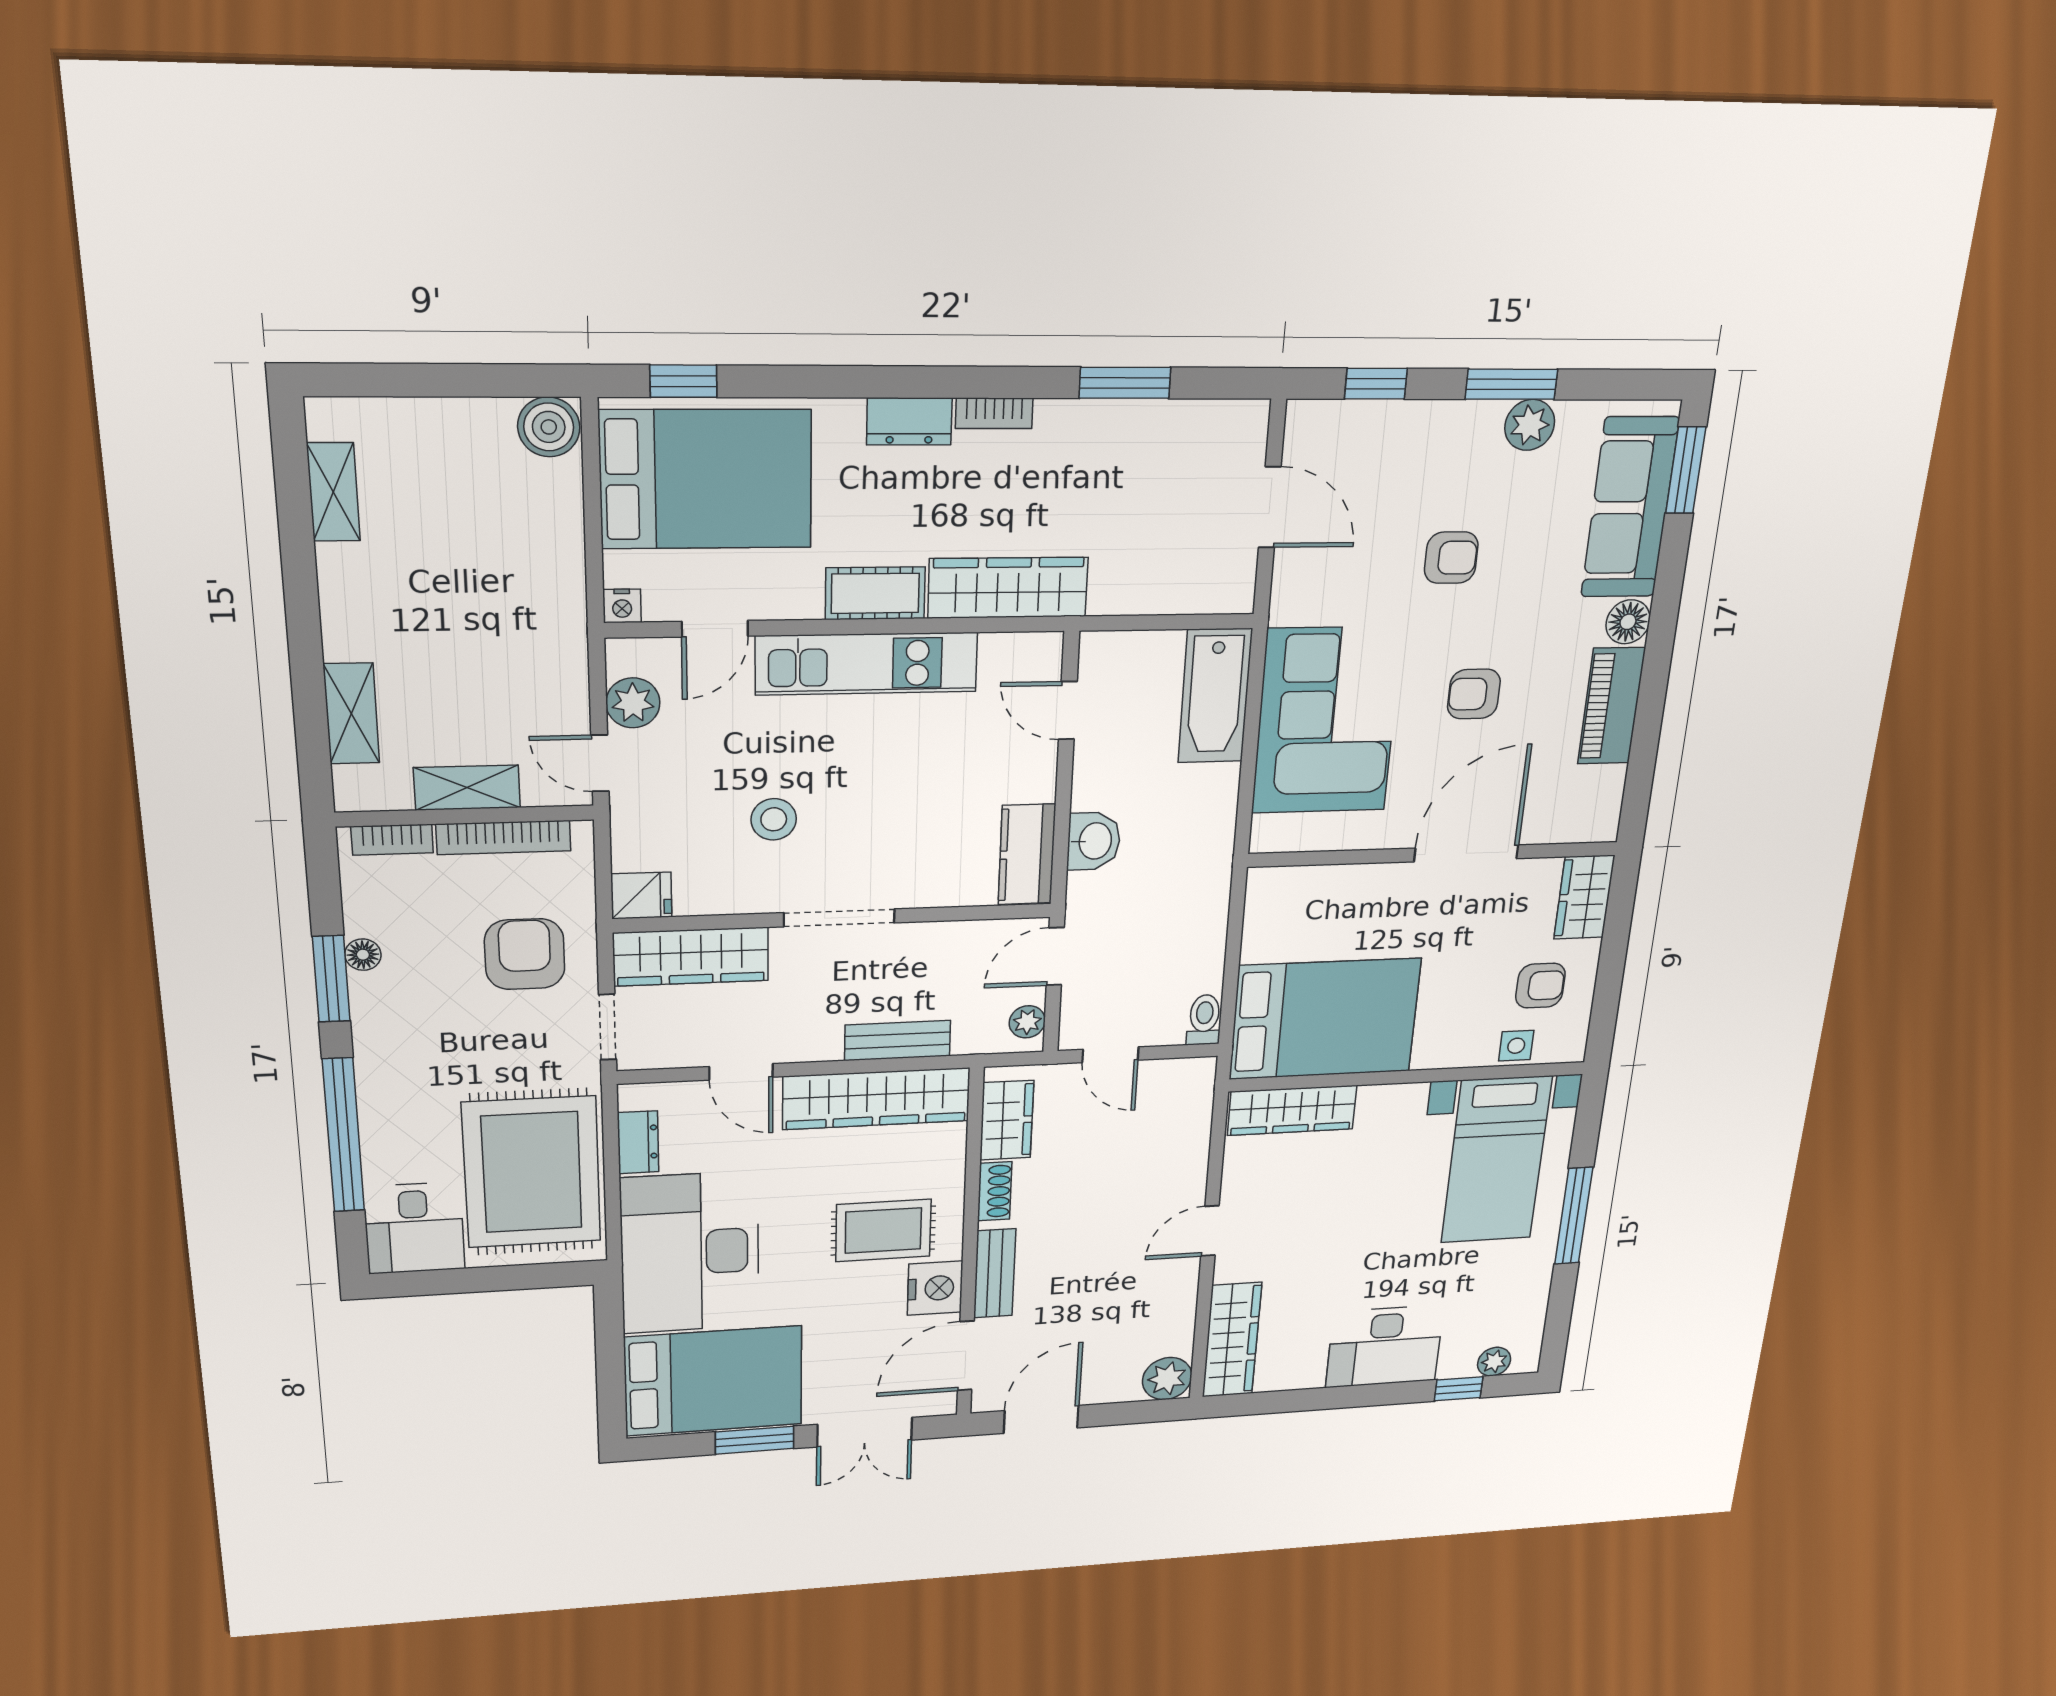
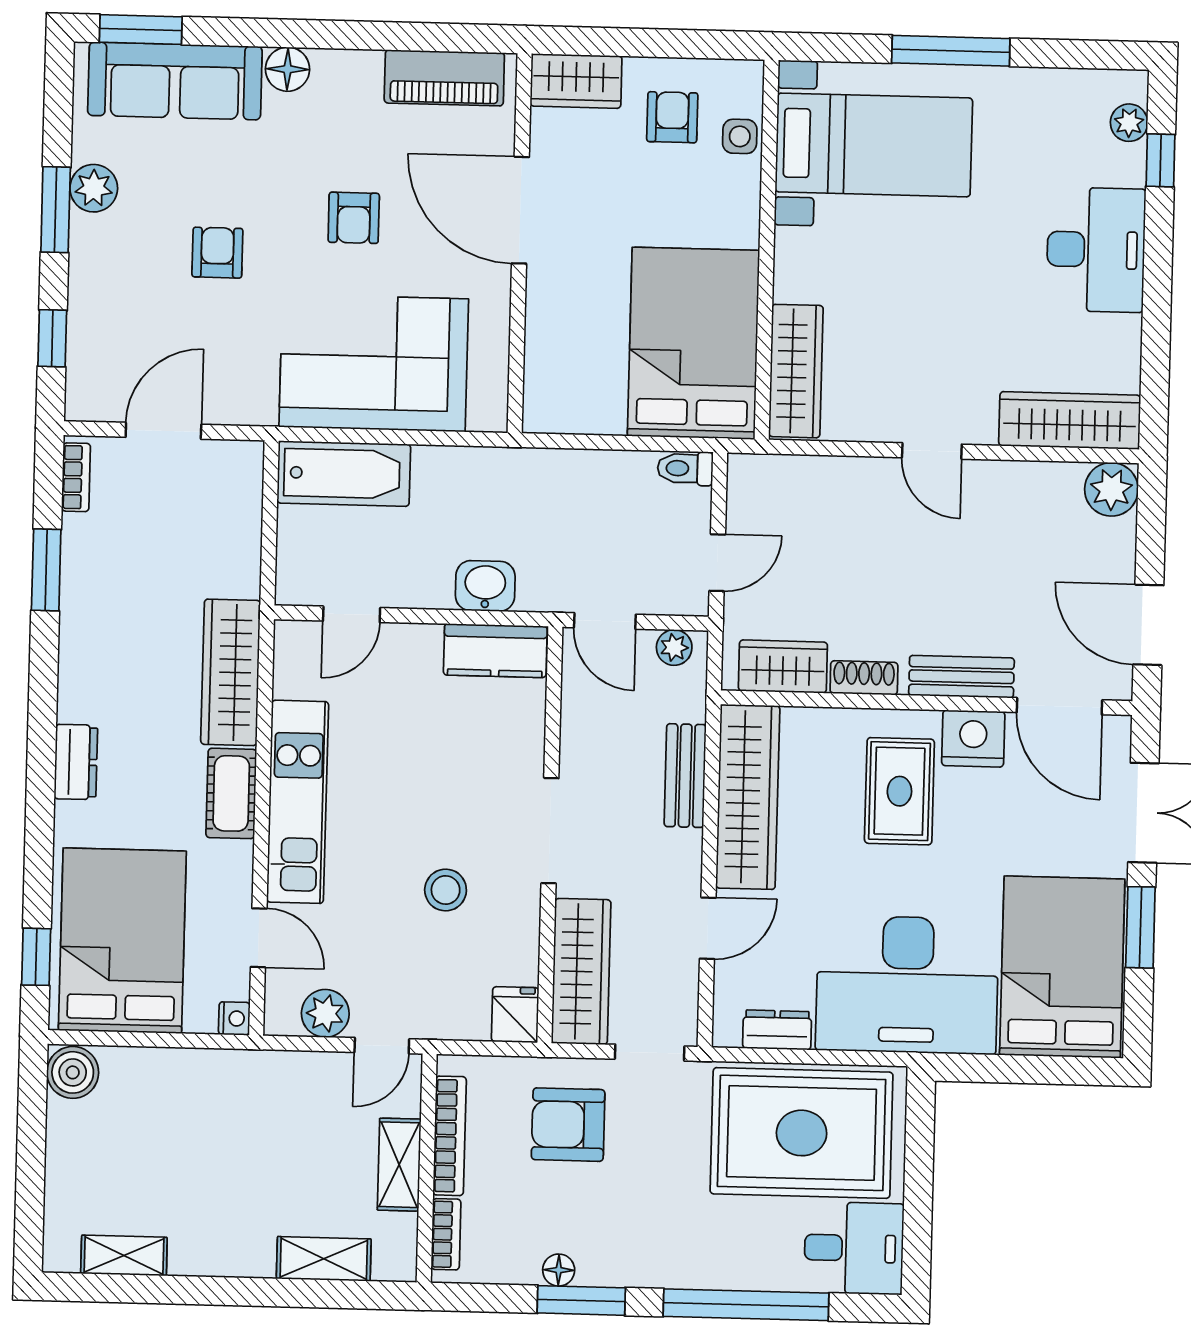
bookcase: (994, 413) -> (76, 477), moved
piano: (1611, 706) -> (444, 78), moved

